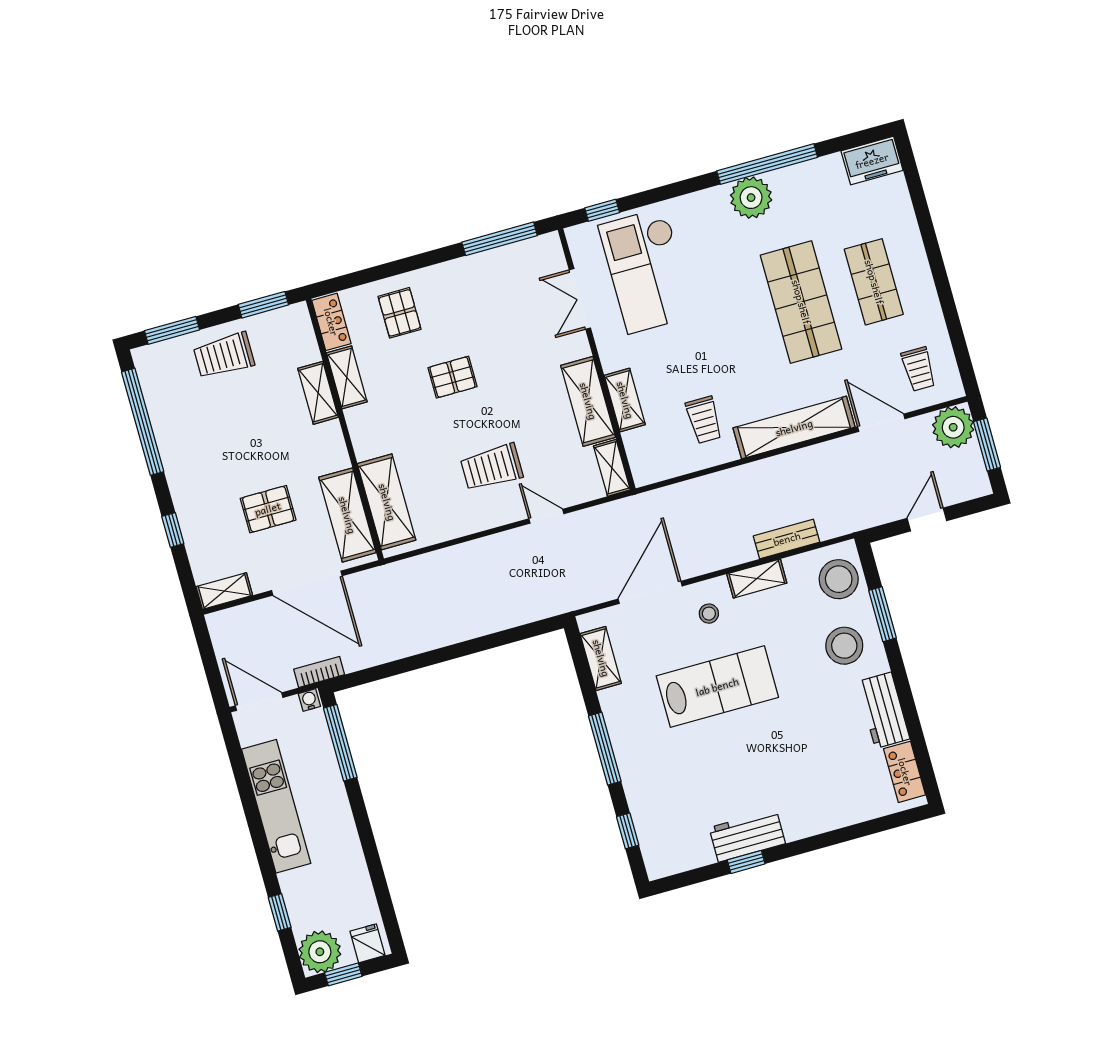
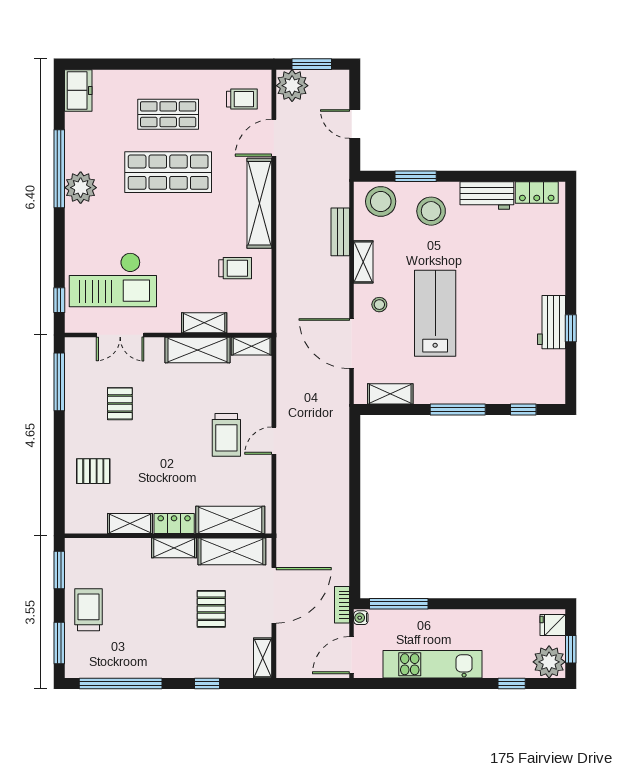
locker: (331, 322) -> (174, 523), moved
trolley: (224, 355) -> (88, 610), turned 180
pallet: (452, 377) -> (120, 404), moved
shelving: (318, 393) -> (174, 548), moved
door: (546, 516) -> (274, 441), moved

